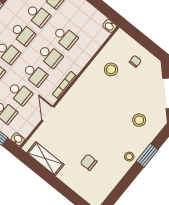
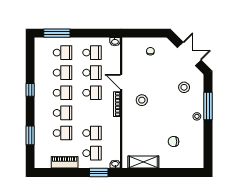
stool: (111, 69) -> (142, 100), moved
school desk: (35, 75) -> (92, 53), moved
door: (48, 113) -> (121, 82), moved
window: (147, 155) -> (208, 106), width x1.44

